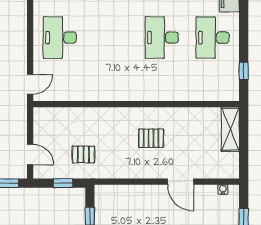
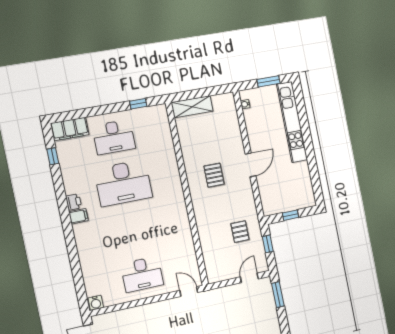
desk: (162, 38) -> (123, 183), width x1.36, depth x1.30
door: (181, 182) -> (251, 165), moved

